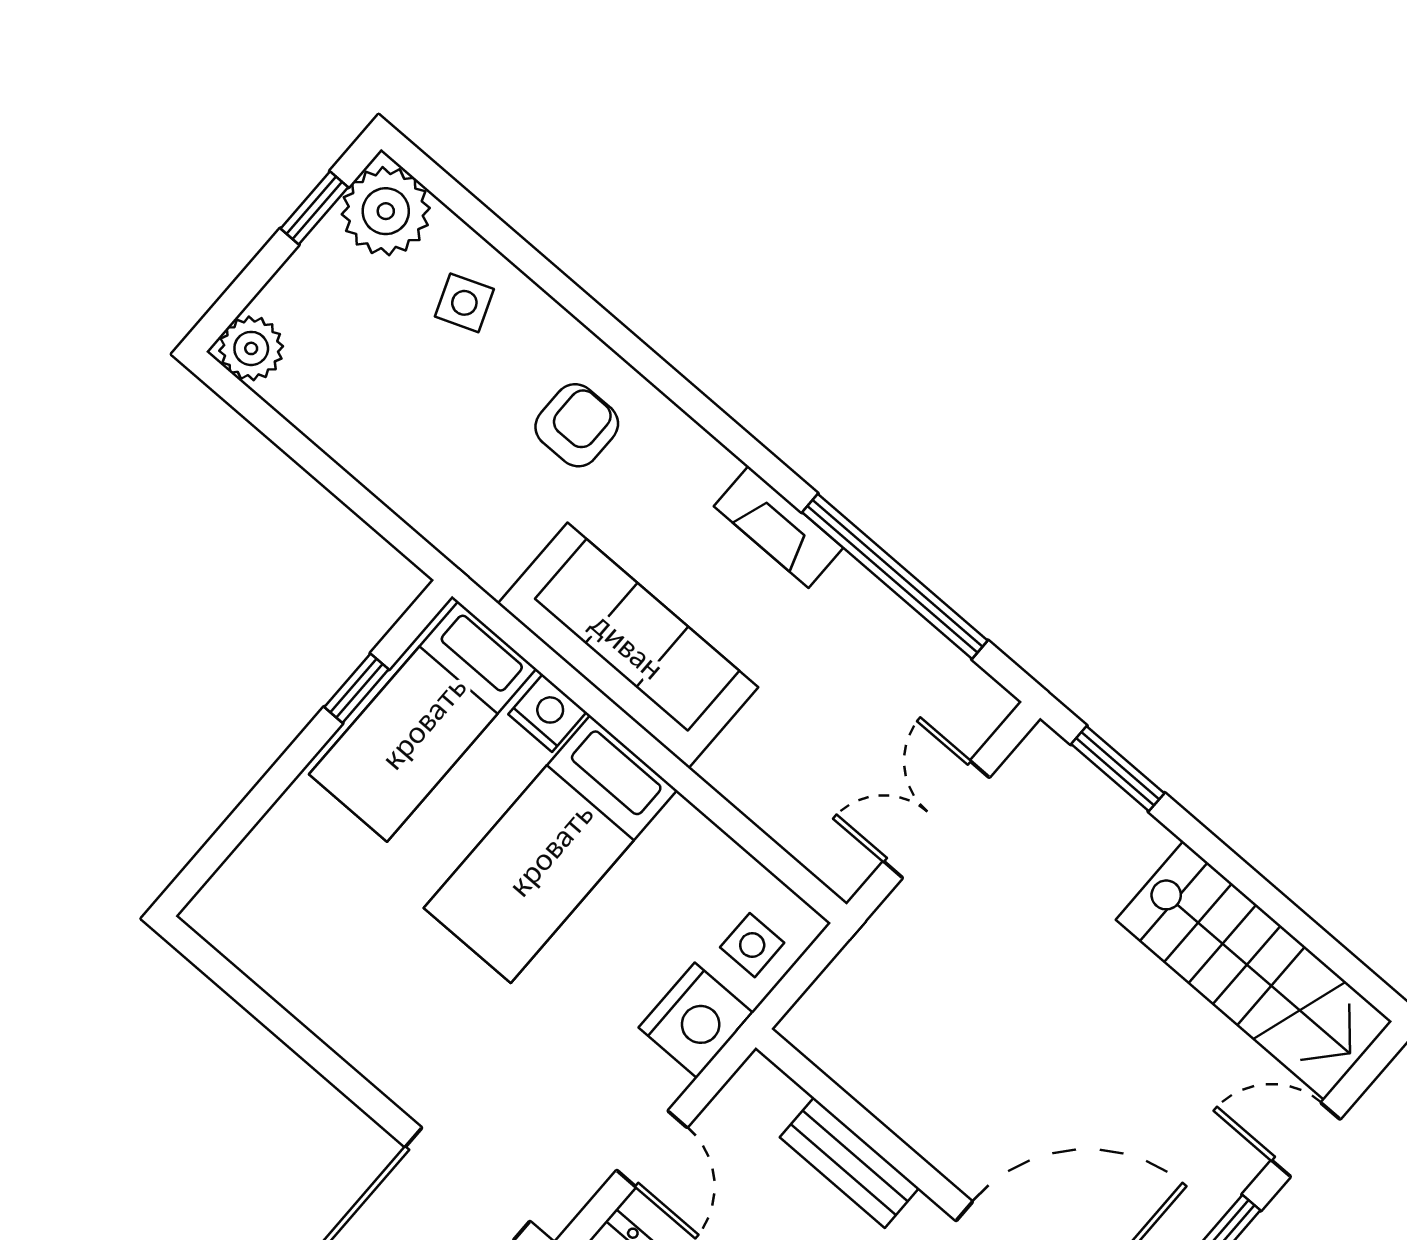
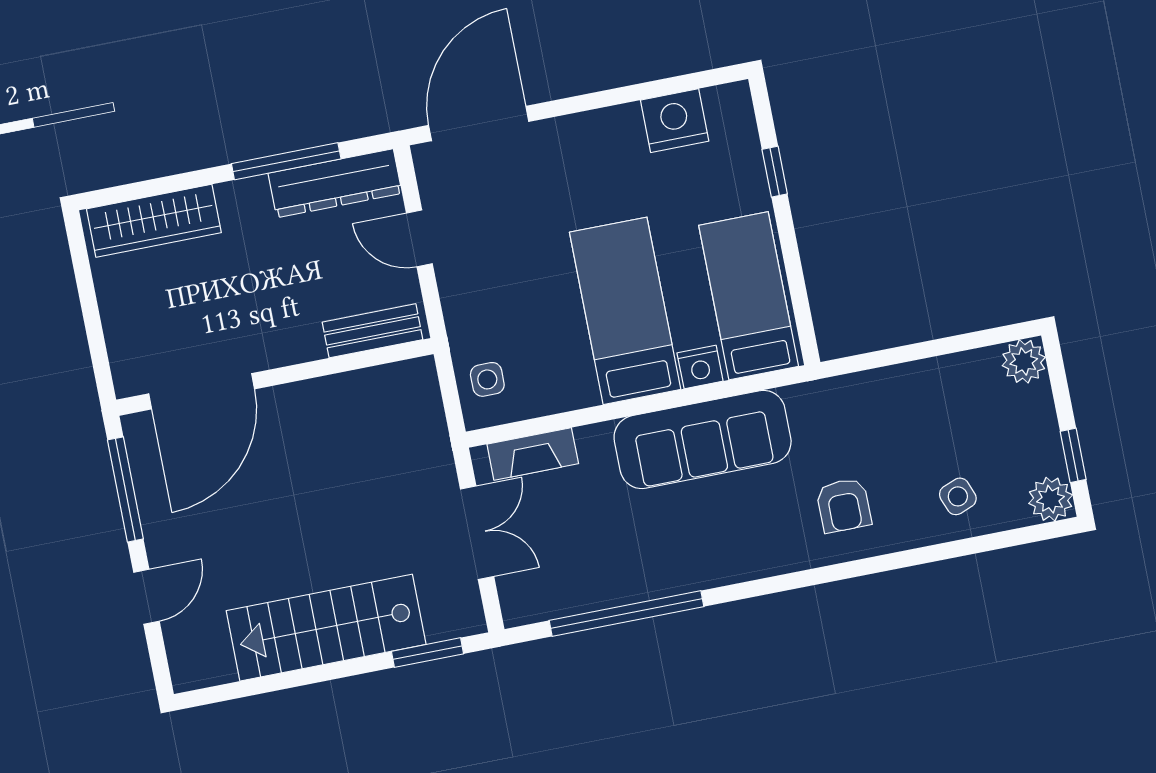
plant: (386, 211) -> (1051, 499), width x0.73, depth x0.73
fireplace: (779, 527) -> (533, 454), moved, turned 180
window: (356, 688) -> (775, 172), moved
stairs: (1254, 971) -> (326, 628), moved
nightstand: (696, 1020) -> (675, 121), moved, turned 90
bench: (849, 1163) -> (373, 331), moved

